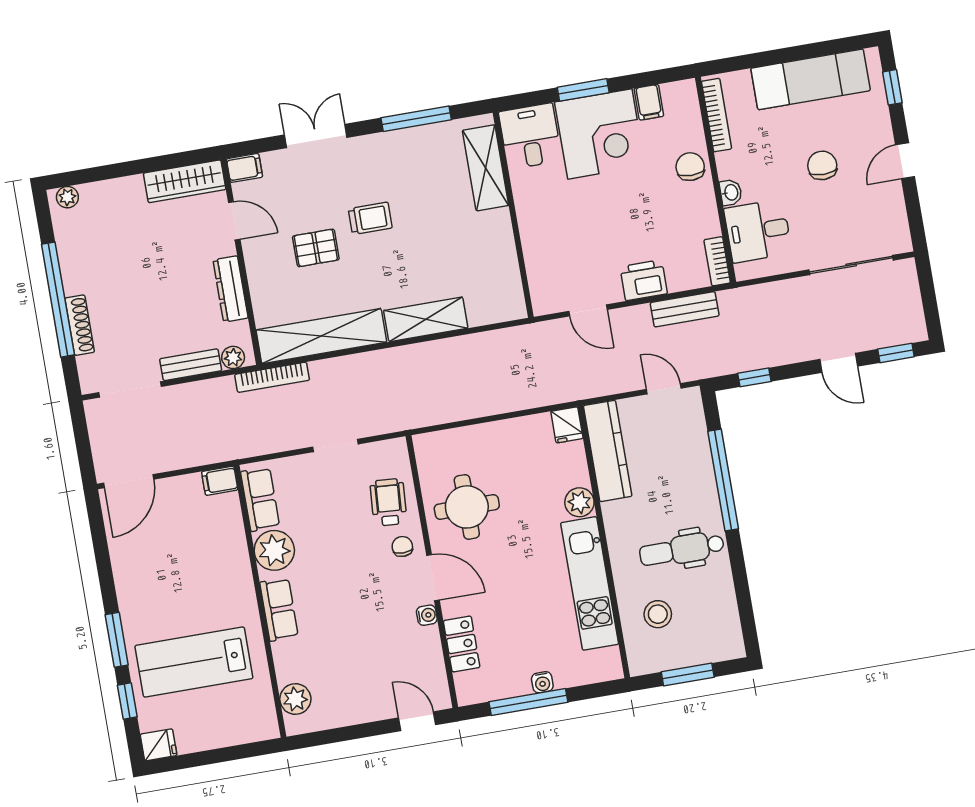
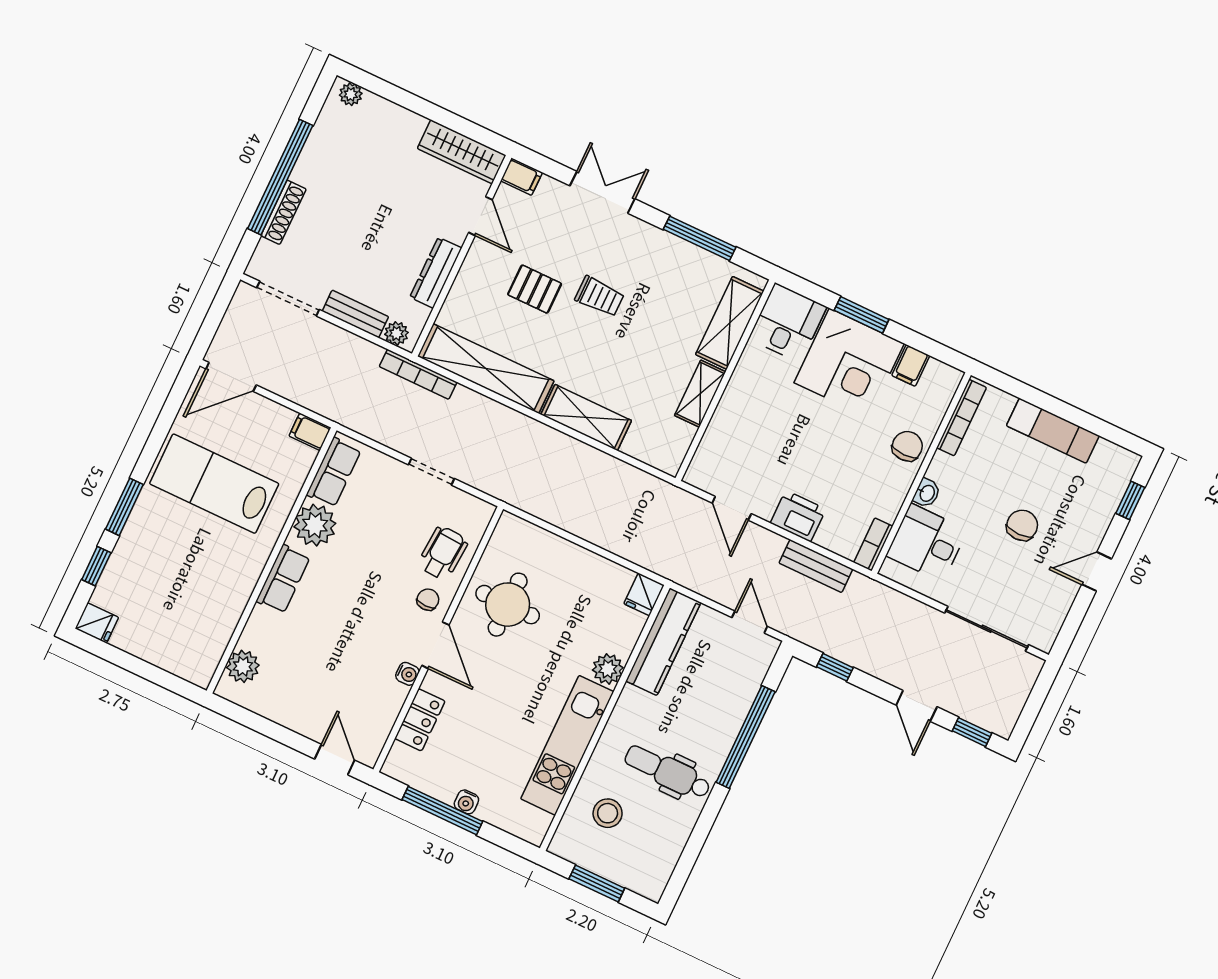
exam couch: (811, 79) -> (1053, 431), width x0.73, depth x0.69
shelving: (501, 239) -> (700, 394), added
lab bench: (194, 662) -> (214, 484), moved

